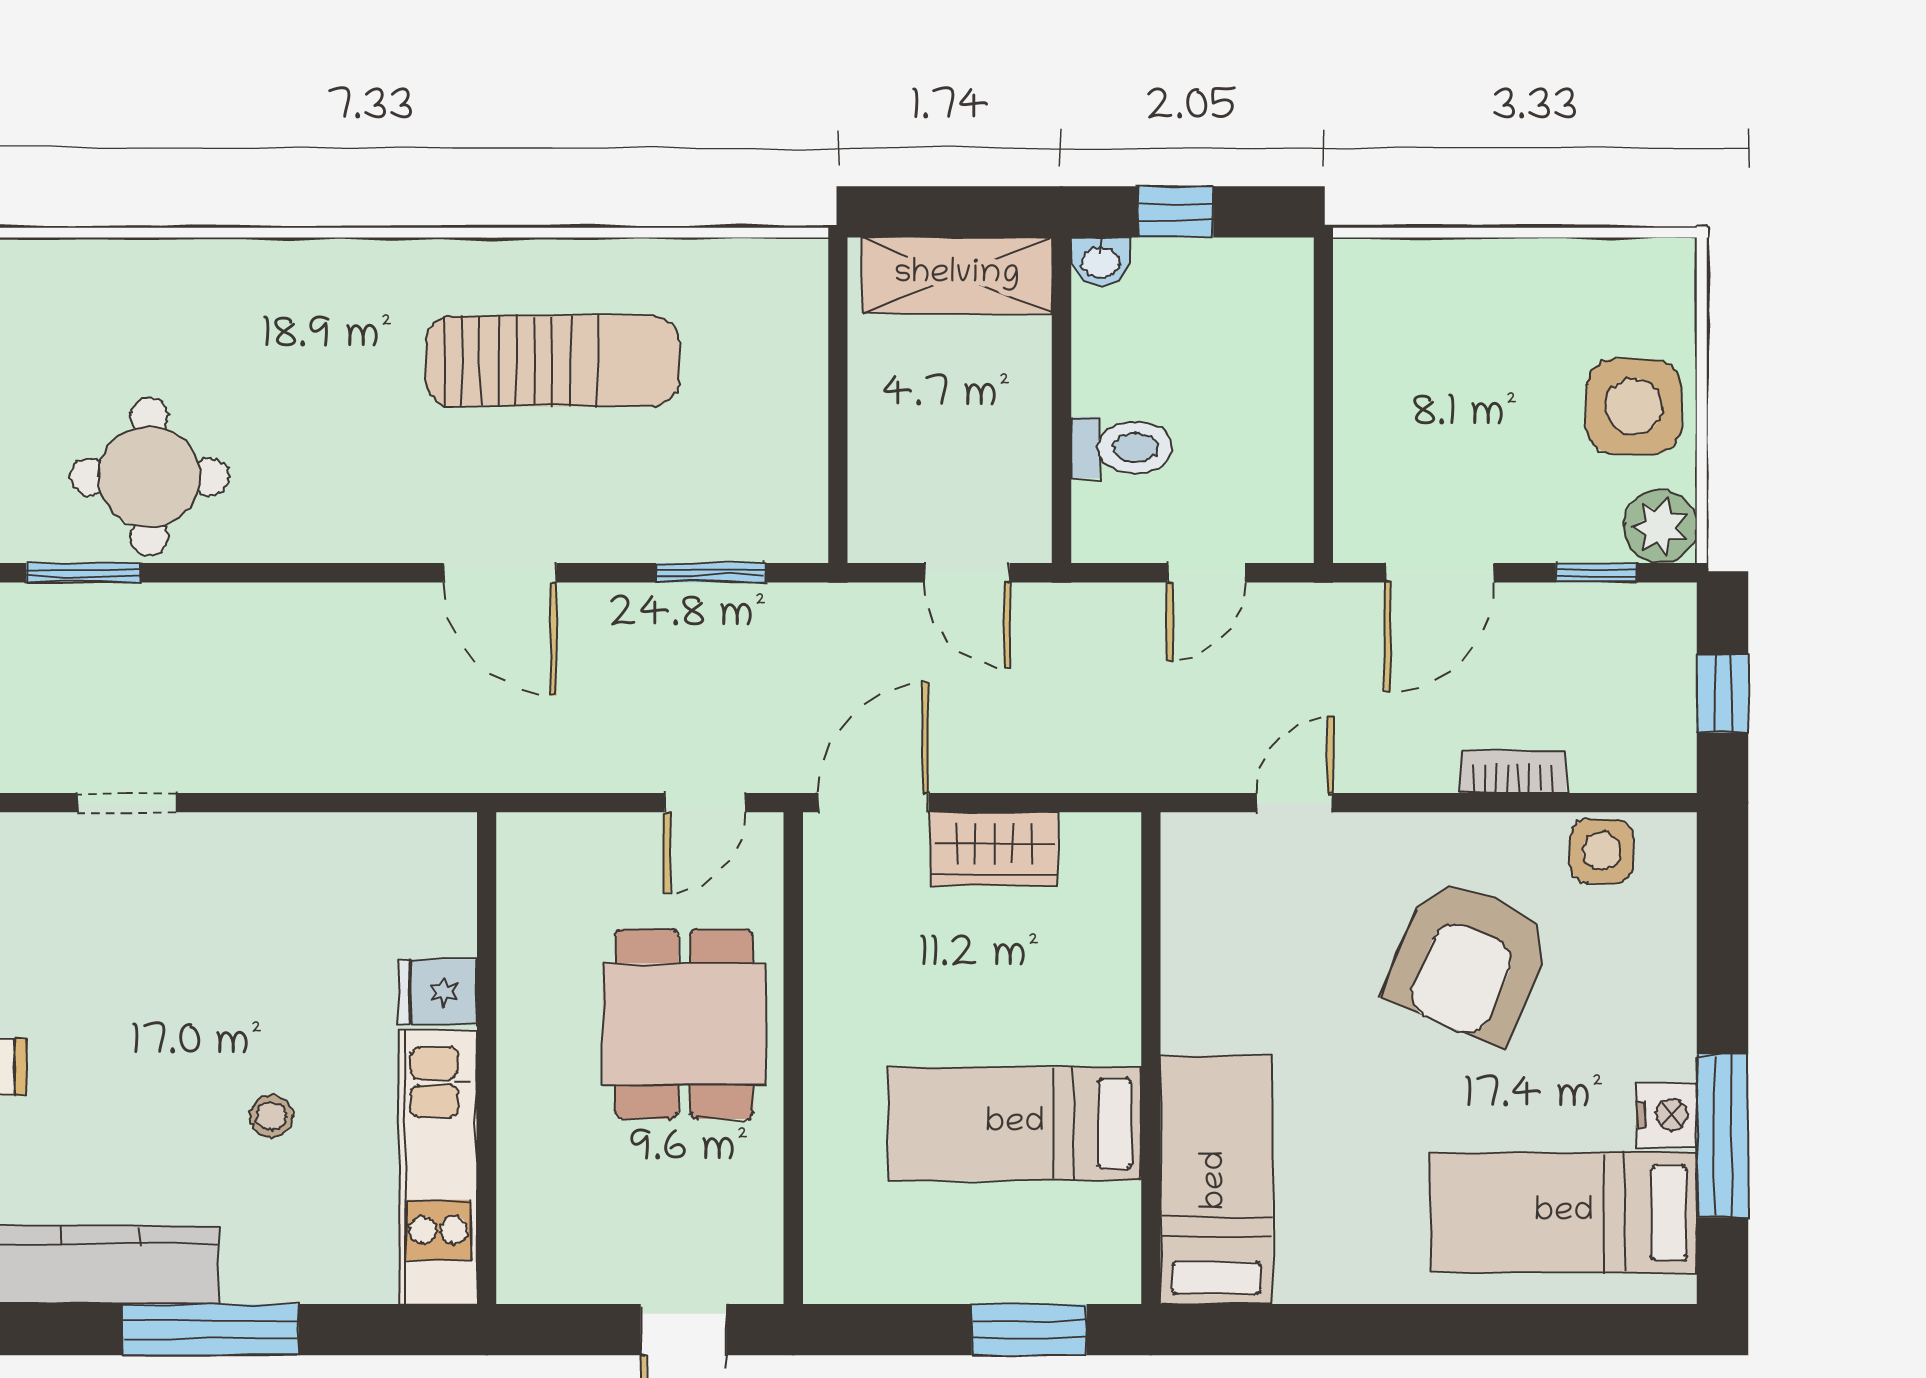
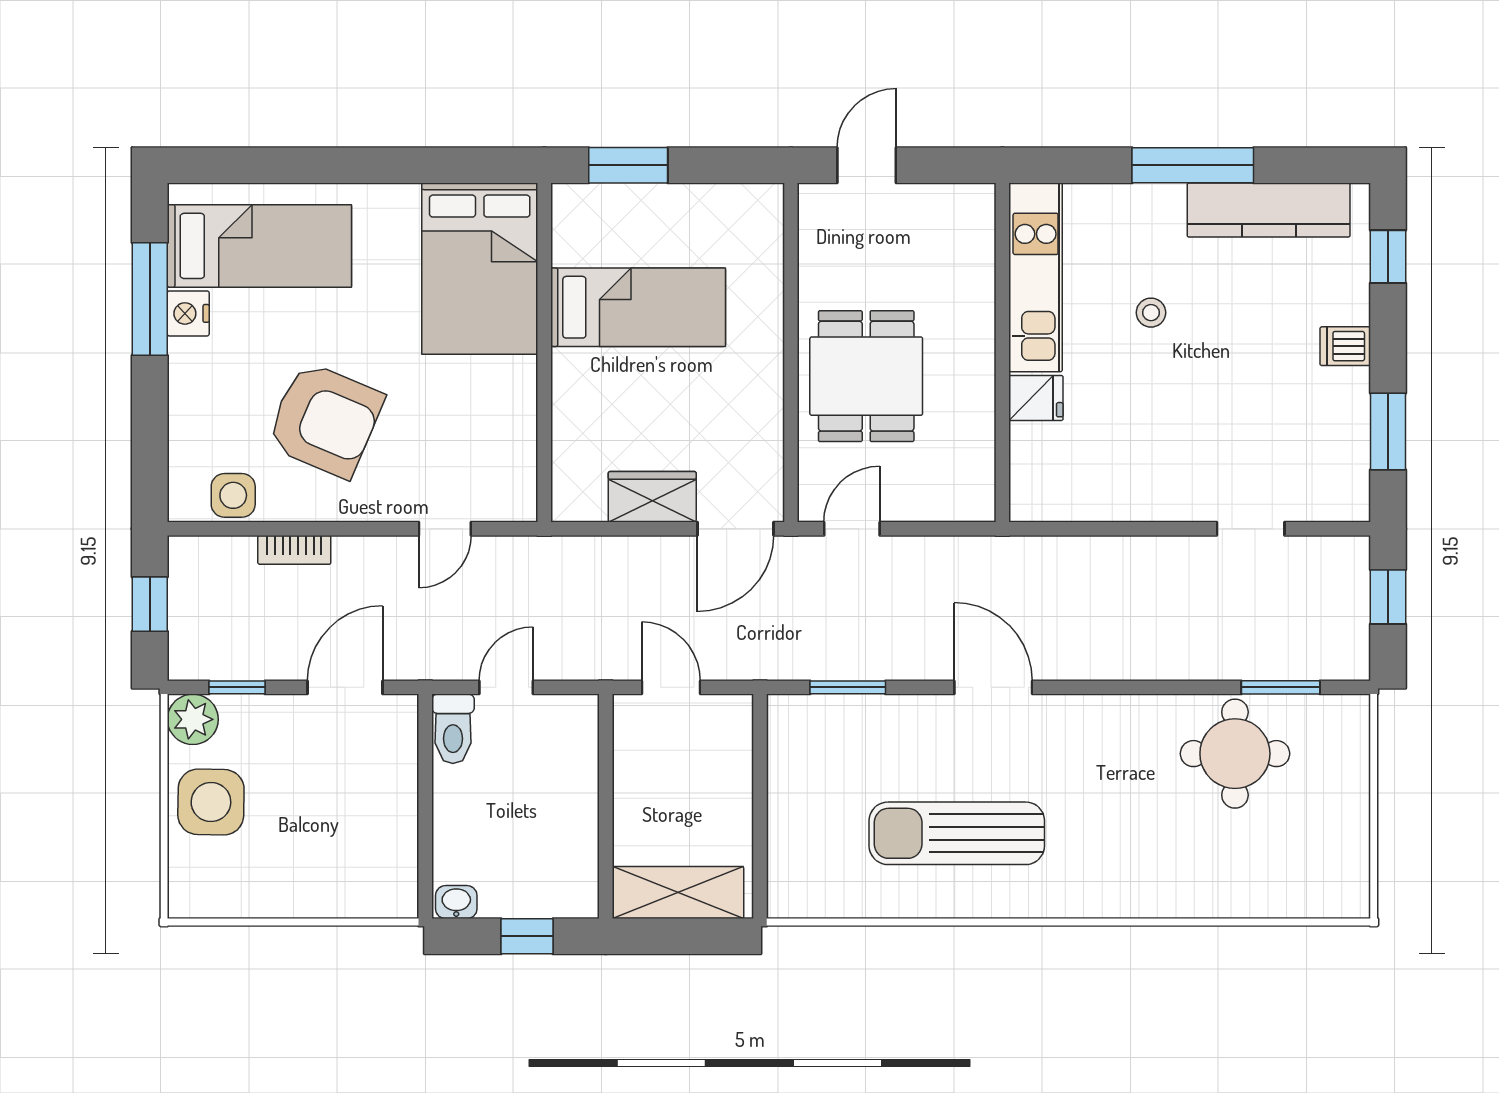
washbasin: (1101, 261) -> (456, 902), moved
toilet: (1122, 448) -> (453, 729), moved, turned -90
armchair: (1469, 961) -> (325, 420), turned 90
bed: (1216, 1180) -> (480, 269), width x1.50

